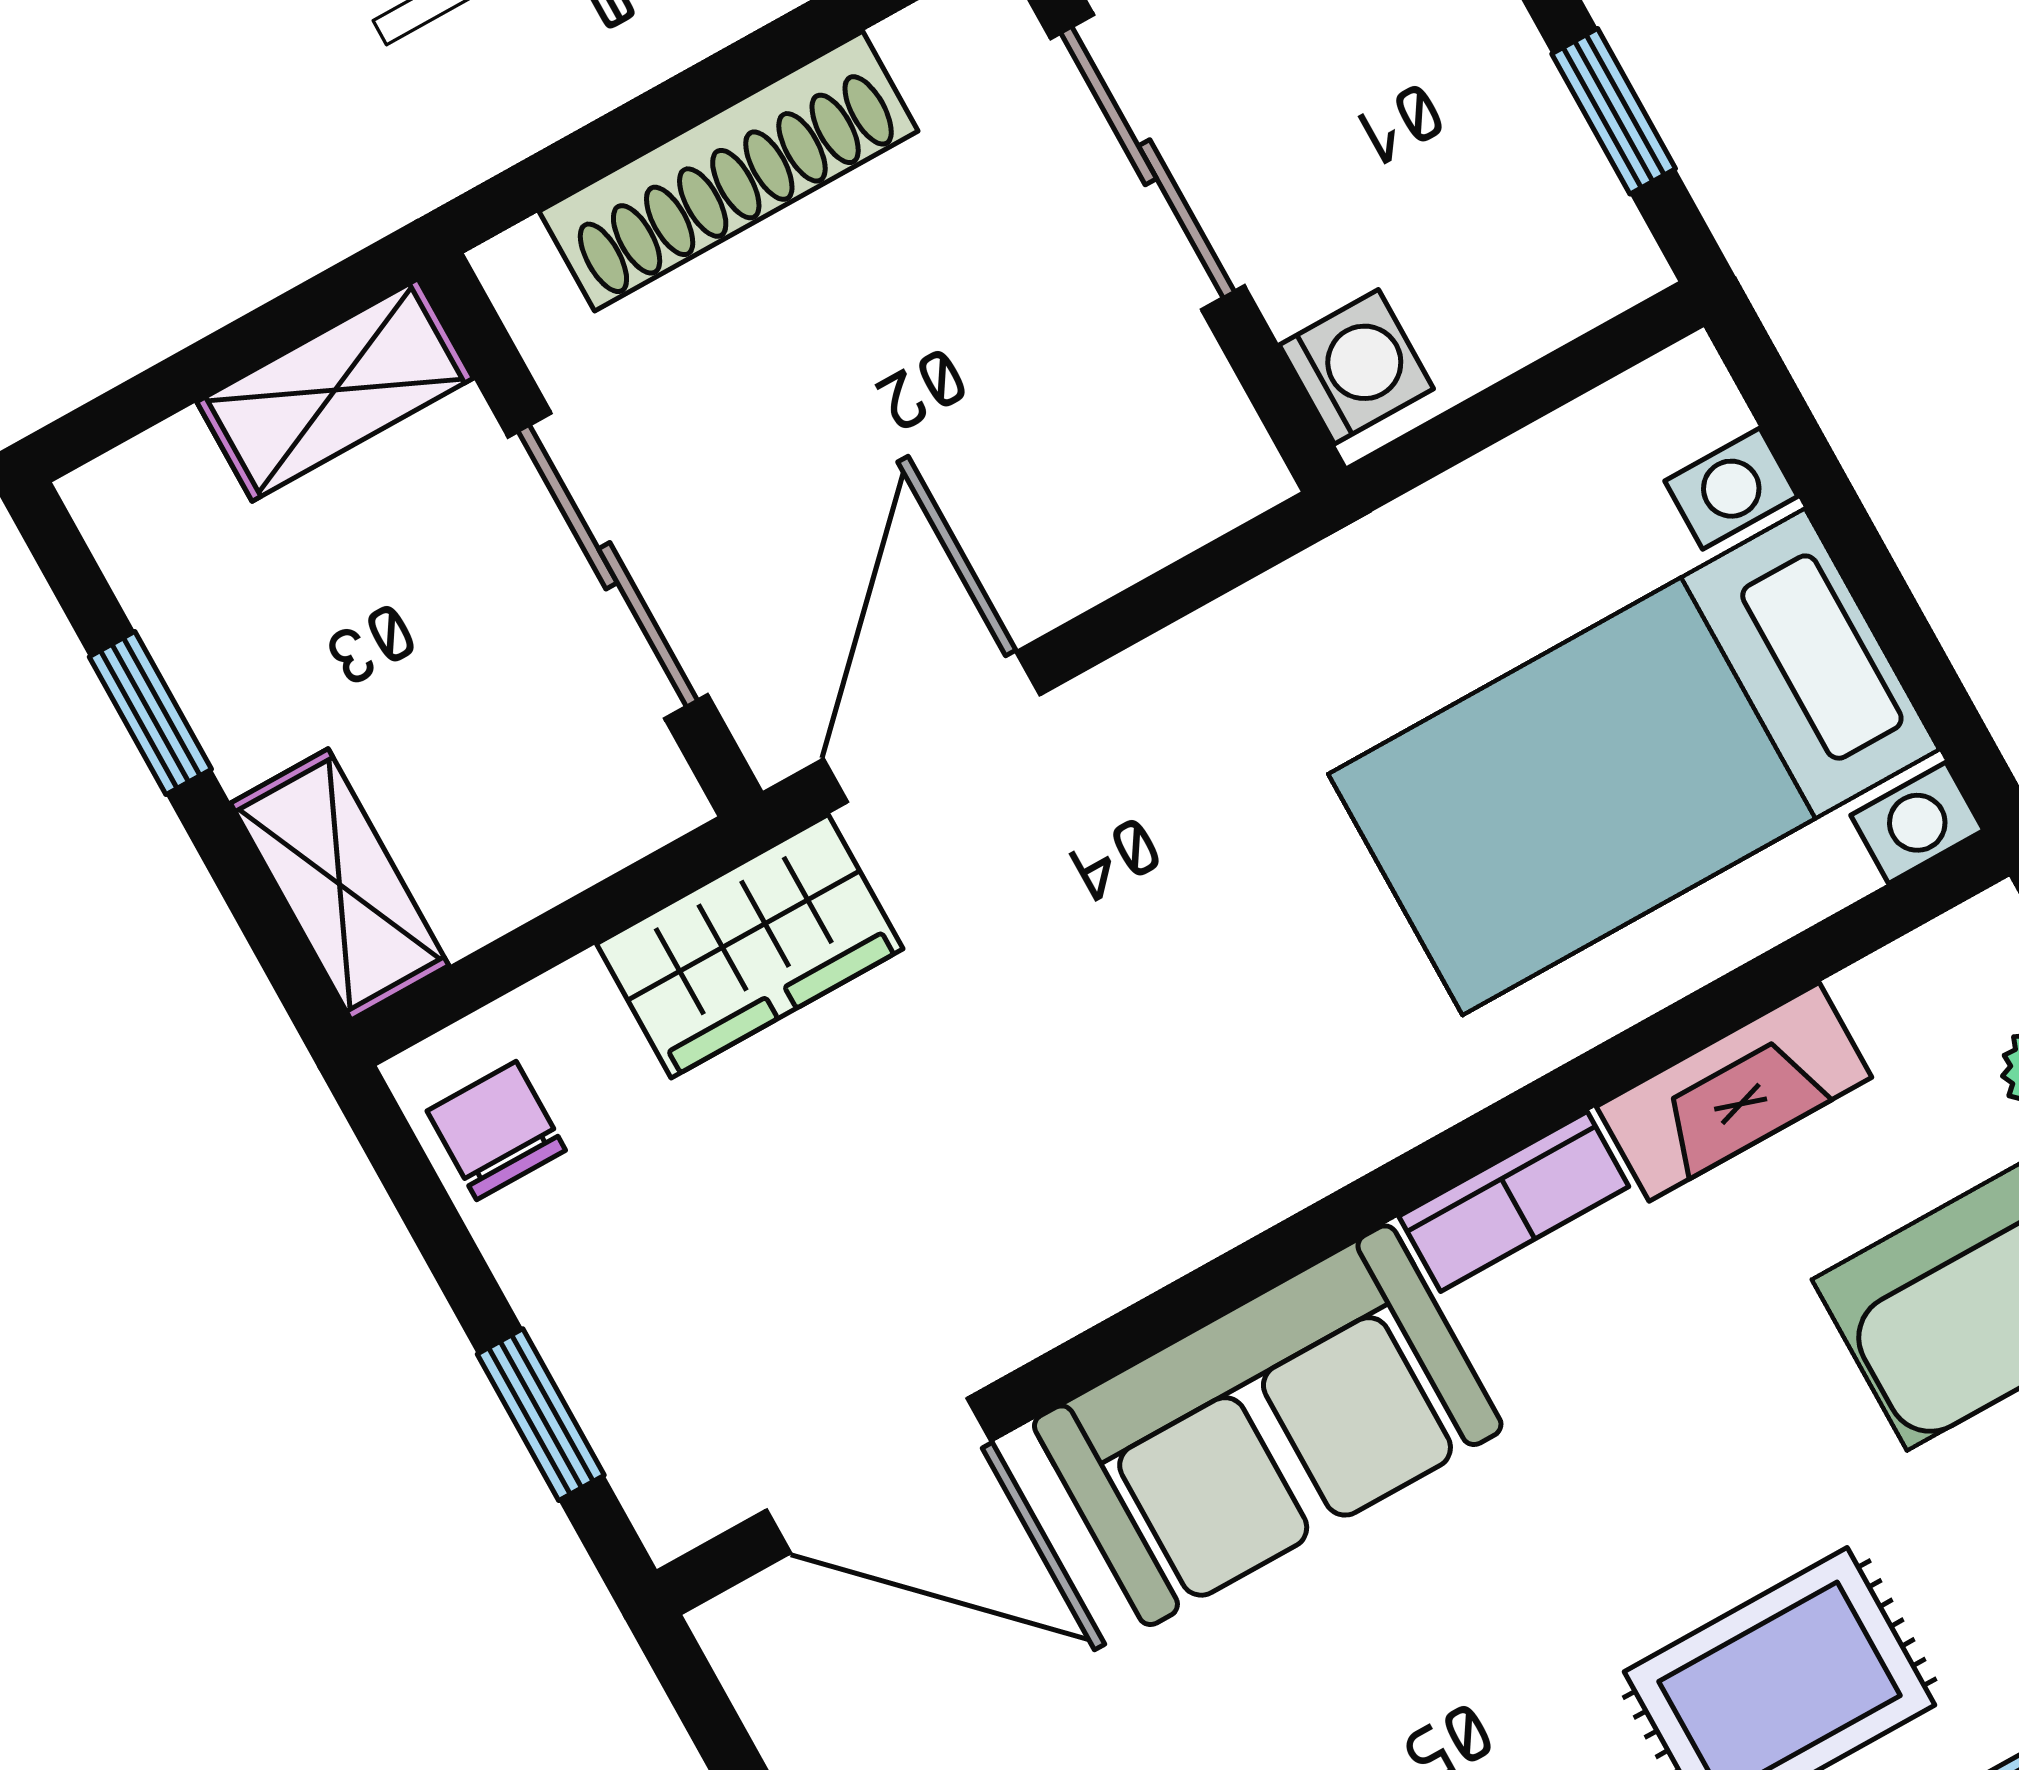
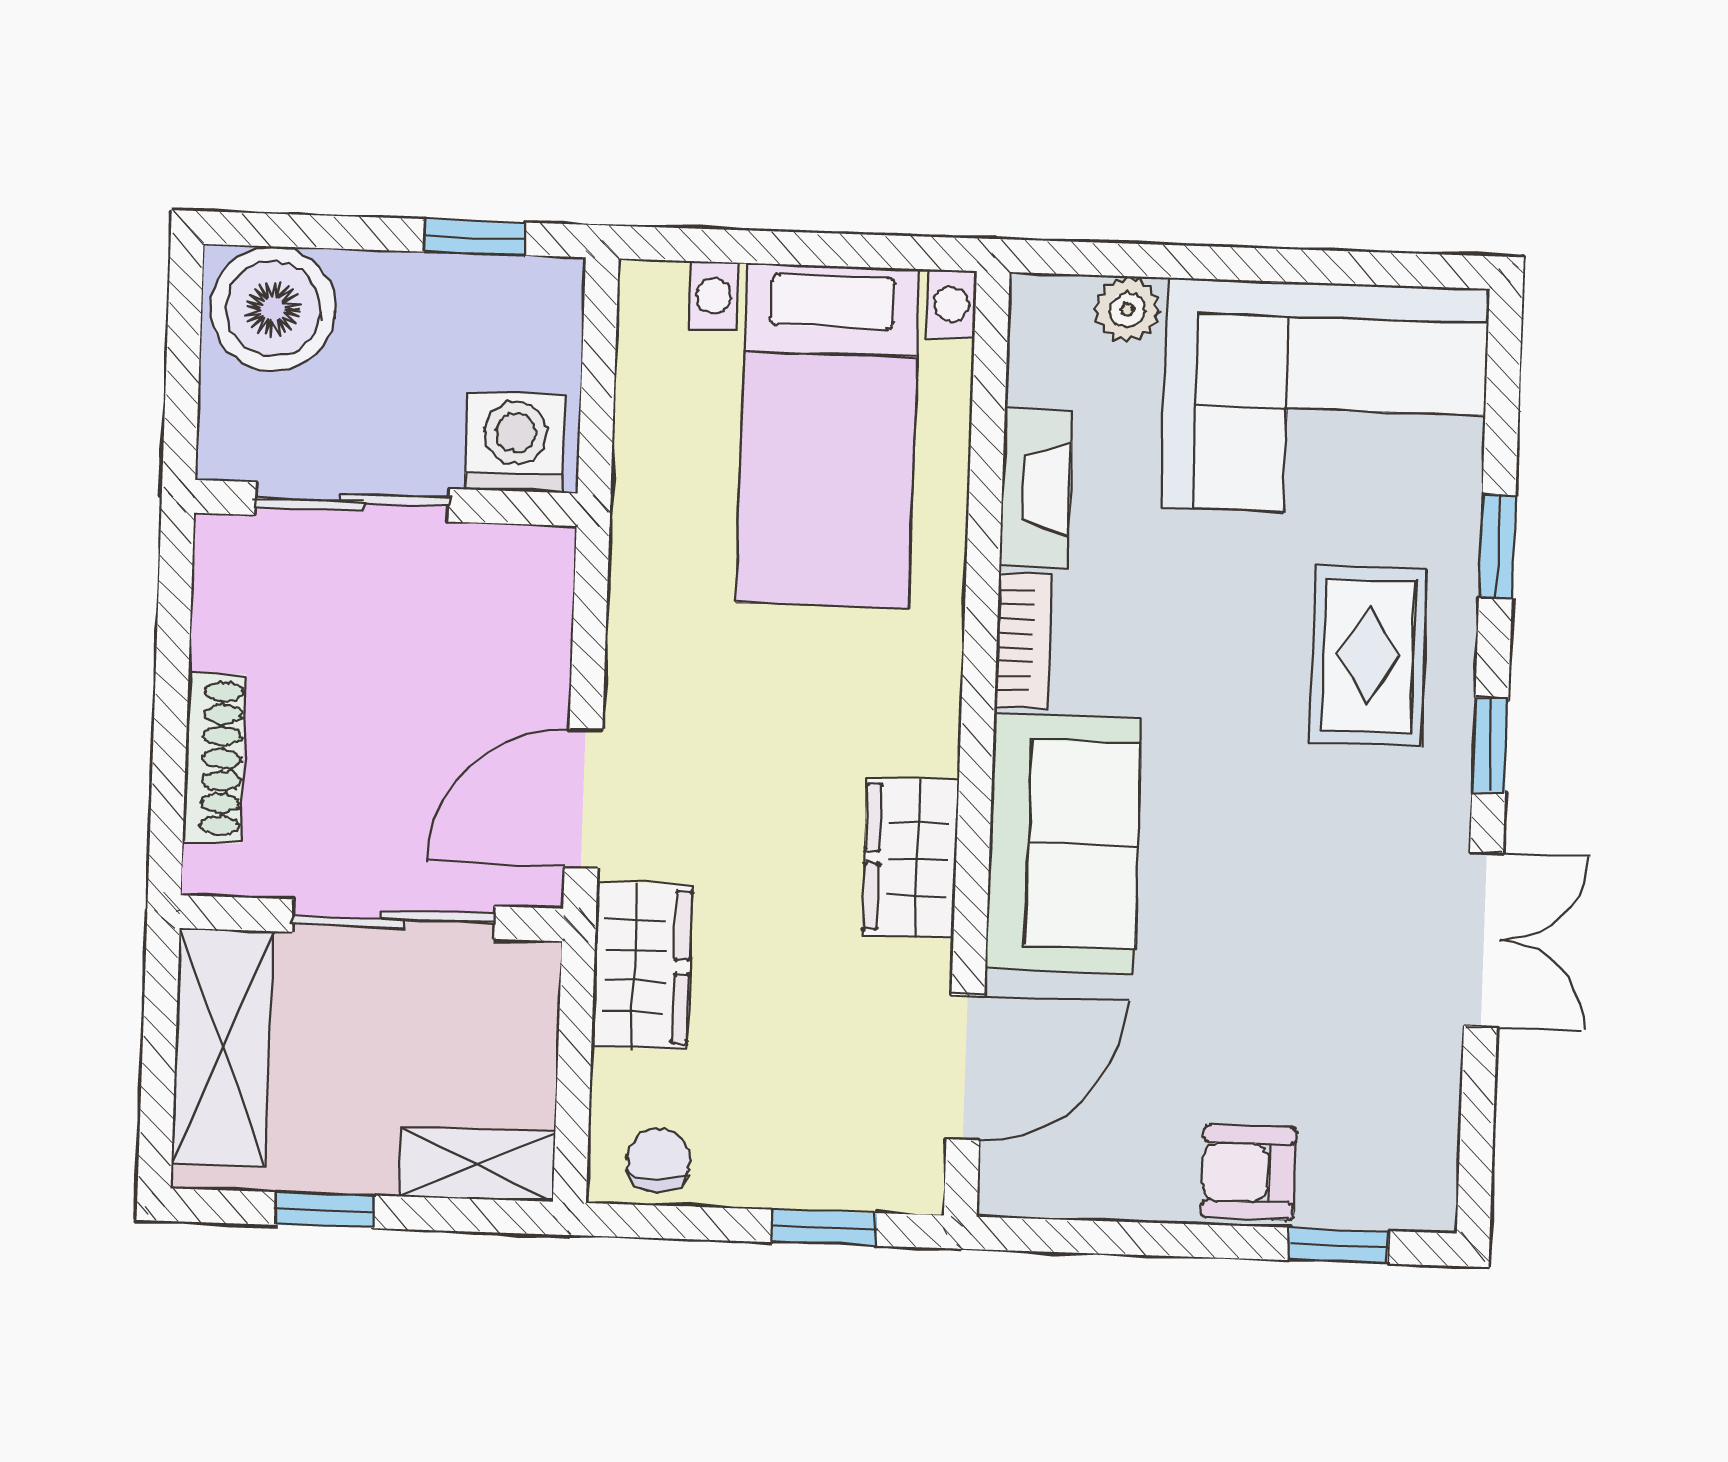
shoe rack: (729, 171) -> (214, 758), width x0.74, depth x0.81
washing machine: (1356, 367) -> (515, 443), width x1.38, depth x1.38
shelving: (335, 390) -> (223, 1048), width x1.50, depth x1.33
door: (932, 727) -> (583, 798), hinge flipped
chair: (496, 1131) -> (659, 1160), turned 90
wardrobe: (1121, 1227) -> (911, 858), added

